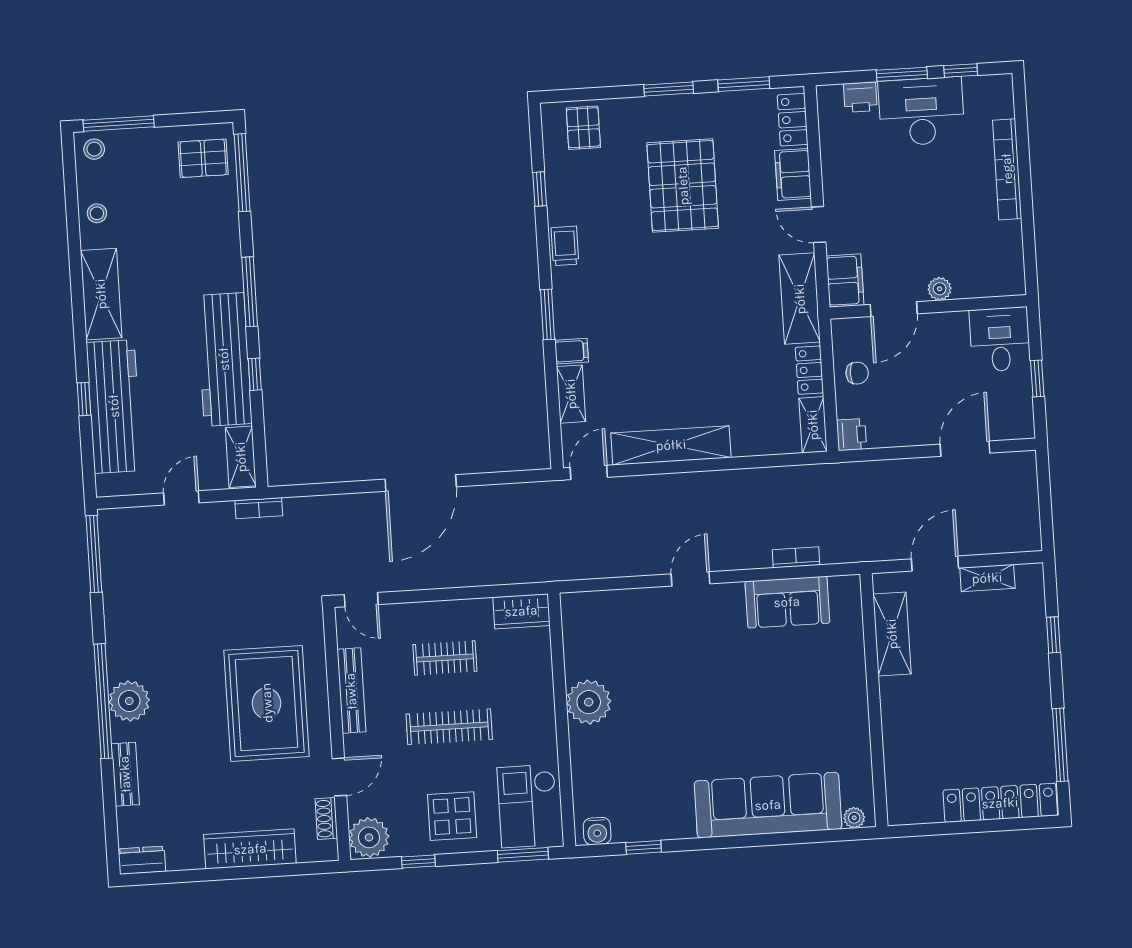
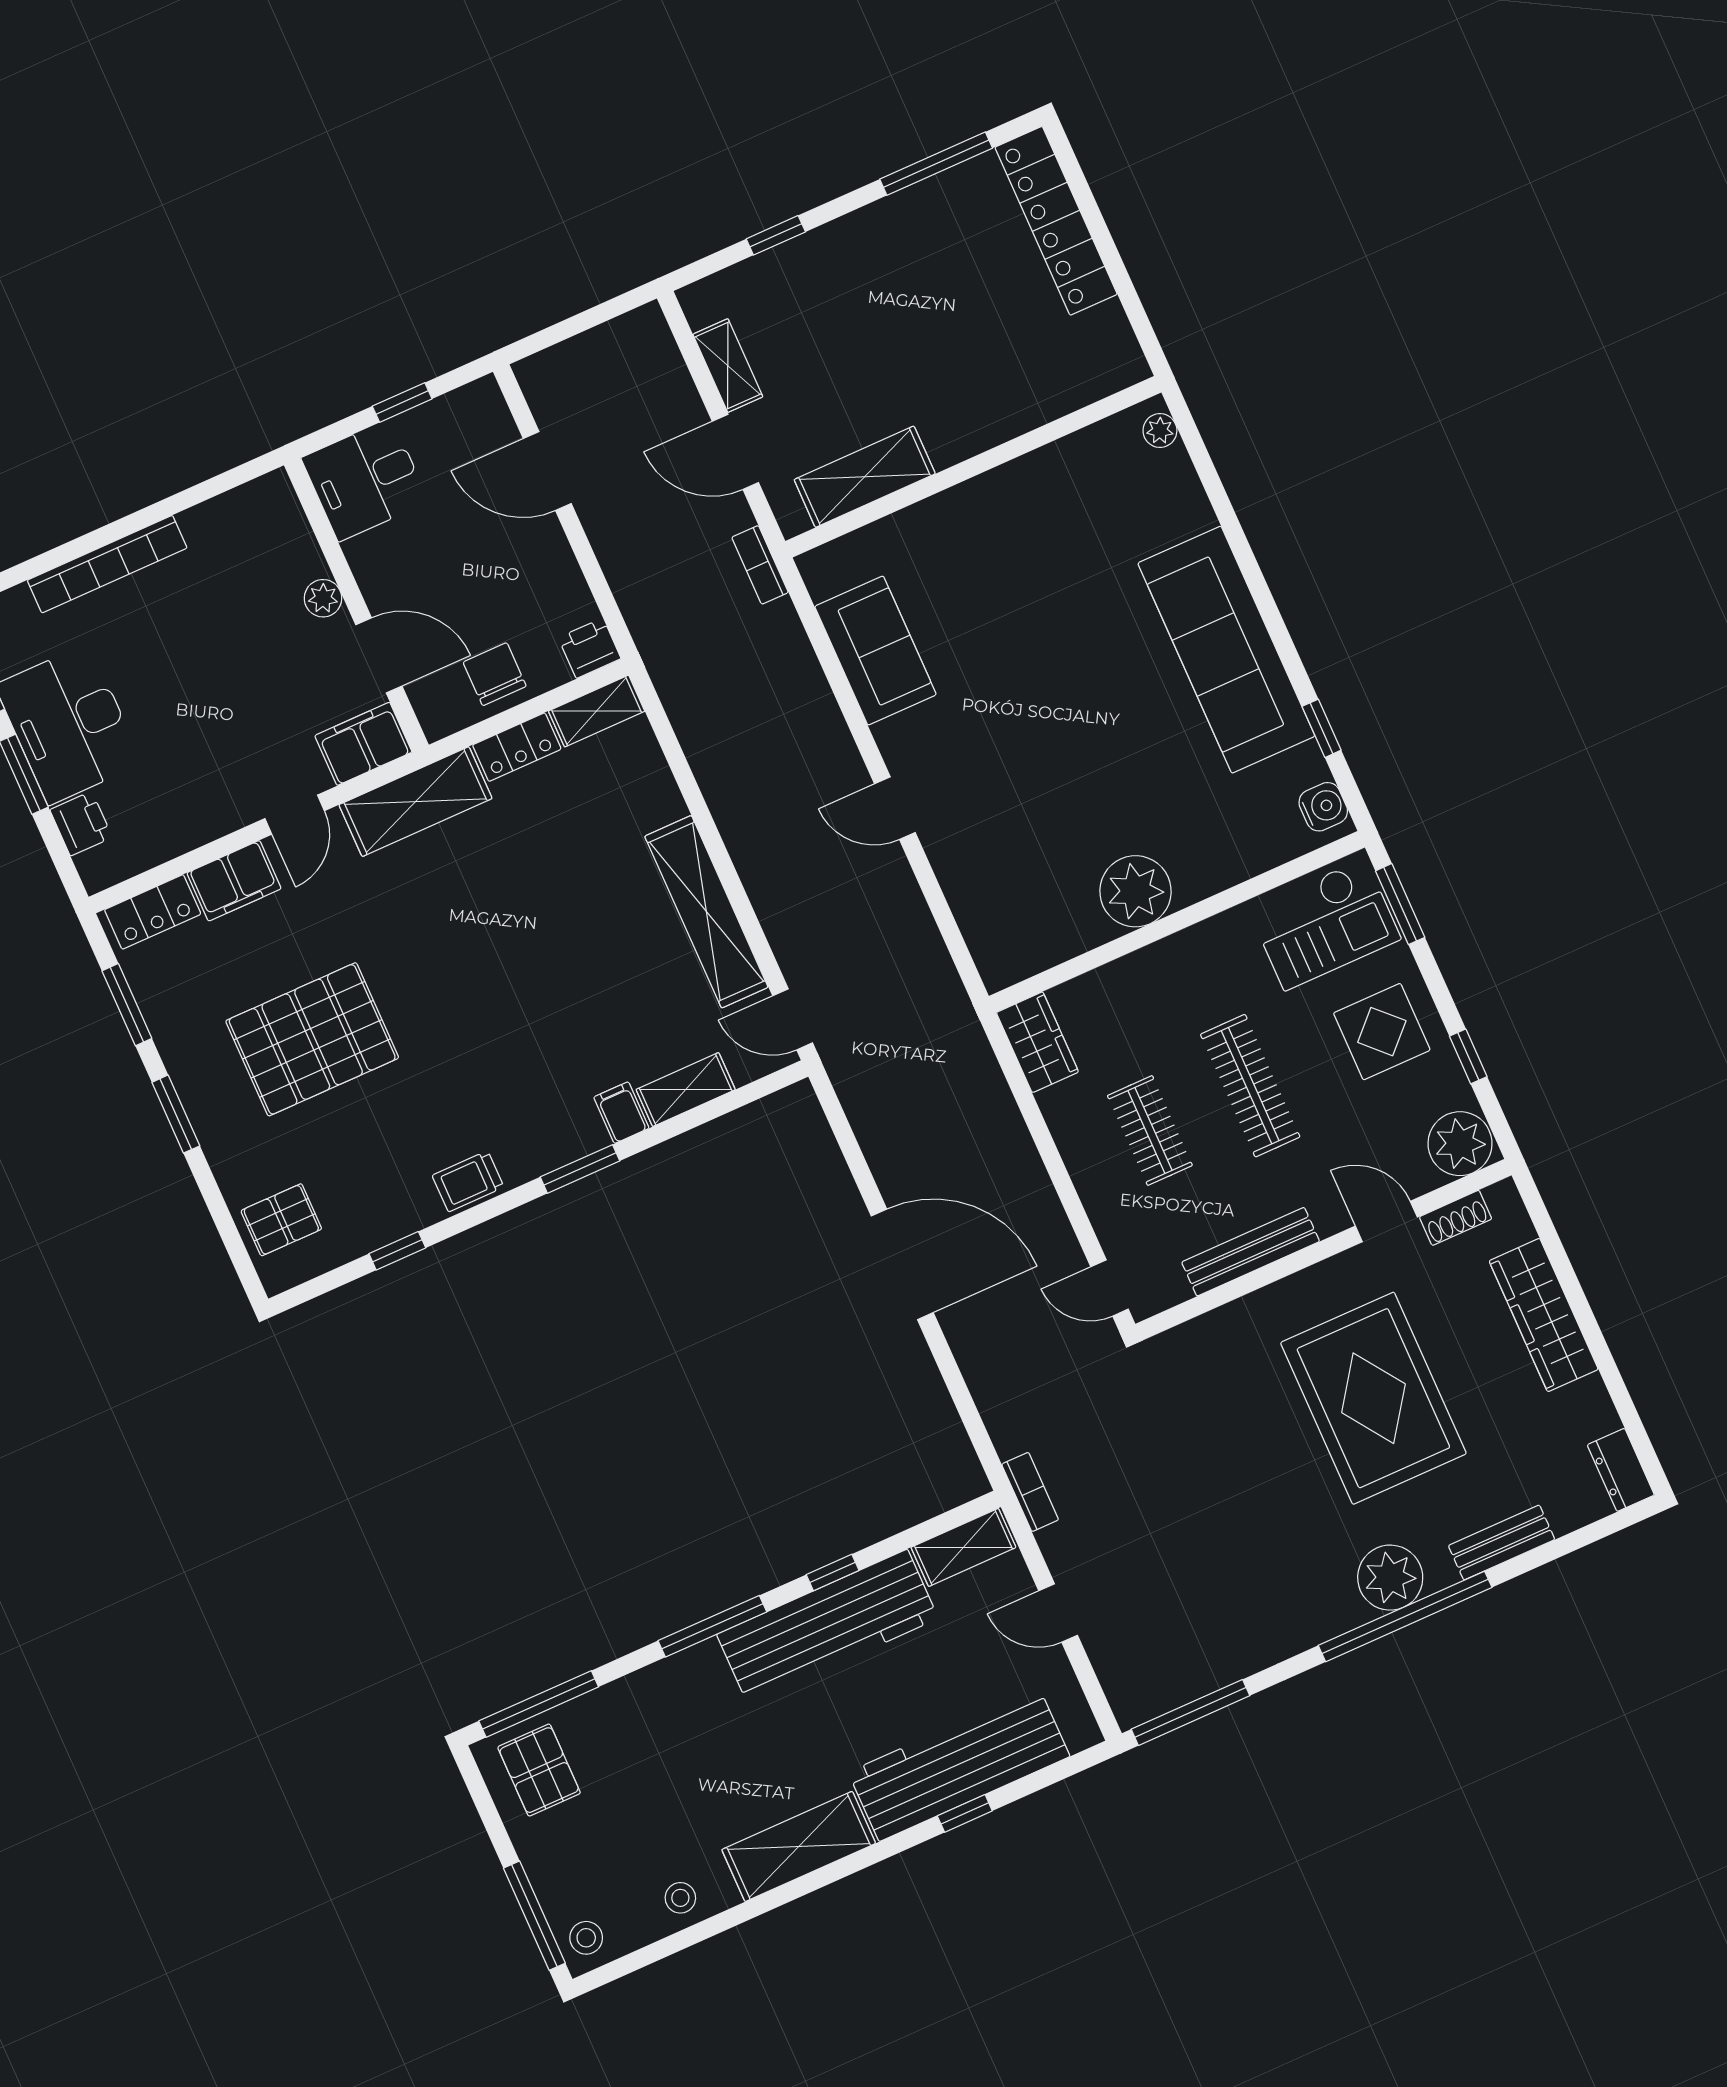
chair: (857, 373) -> (495, 674), width x1.37, depth x1.37
bookcase: (796, 557) -> (760, 565), moved
door: (361, 600) -> (1109, 1288), swing flipped
rug: (267, 703) -> (1373, 1398), moved, turned 90
sofa: (768, 805) -> (1226, 650), moved

